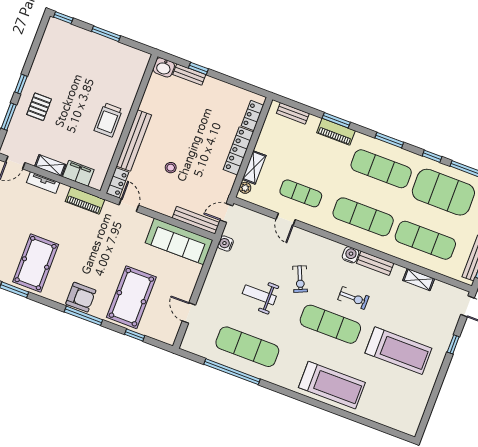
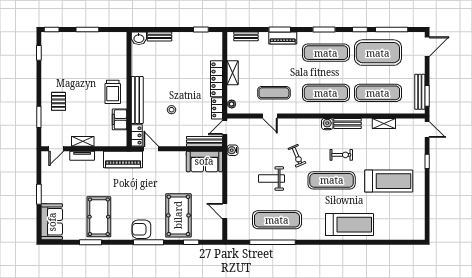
window: (198, 68) -> (201, 29), moved
window: (21, 84) -> (39, 53), moved
locker: (252, 116) -> (217, 108), moved
shelving: (254, 167) -> (233, 73), moved
filing cabinet: (78, 173) -> (120, 119), moved, turned -90
piano: (85, 200) -> (123, 159), width x1.37, depth x1.33
sofa: (179, 241) -> (204, 161), width x0.73
armchair: (81, 297) -> (141, 229), turned 180

